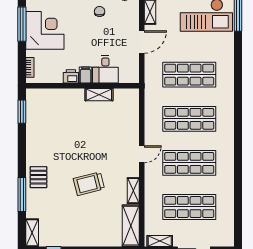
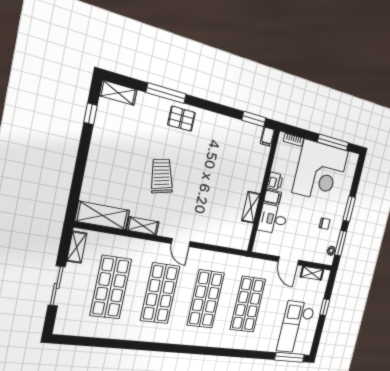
corner desk: (45, 30) -> (320, 172), width x1.36, depth x1.36
filing cabinet: (33, 94) -> (268, 137), added

